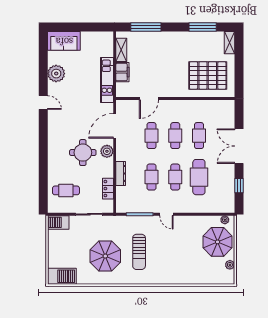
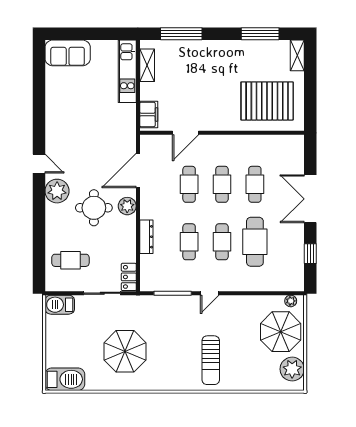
filing cabinet: (122, 72) -> (149, 114), moved
plant: (56, 74) -> (57, 191), moved
kitchen unit: (107, 80) -> (127, 71), moved
door: (43, 102) -> (39, 164), moved
locker: (108, 189) -> (129, 277), moved
door: (166, 214) -> (210, 293), hinge flipped
sun lounger: (139, 252) -> (211, 360), moved
plant: (230, 265) -> (292, 369), width x1.87, depth x1.87

